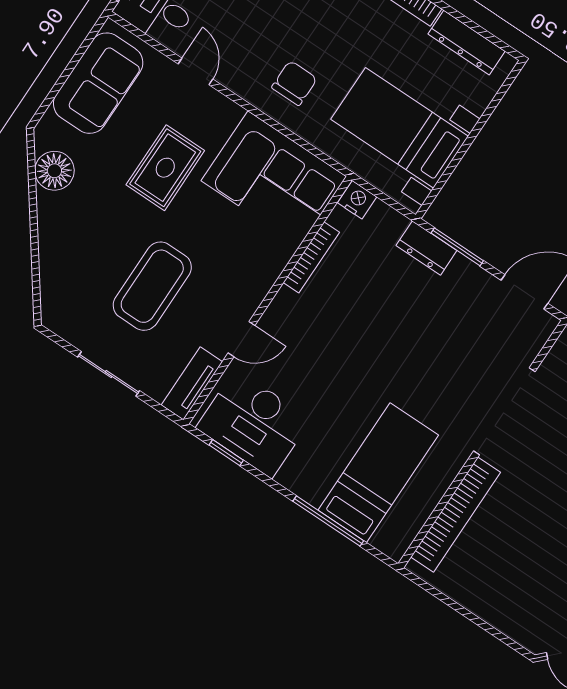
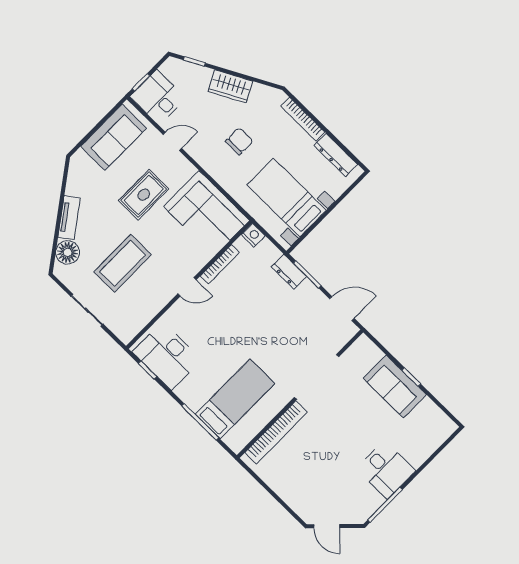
door: (195, 72) -> (172, 141), hinge flipped
chair: (294, 83) -> (239, 141), moved
floor lamp: (54, 171) -> (68, 252), moved
door: (241, 339) -> (187, 287), moved
tv unit: (192, 383) -> (69, 218), moved, turned 144

